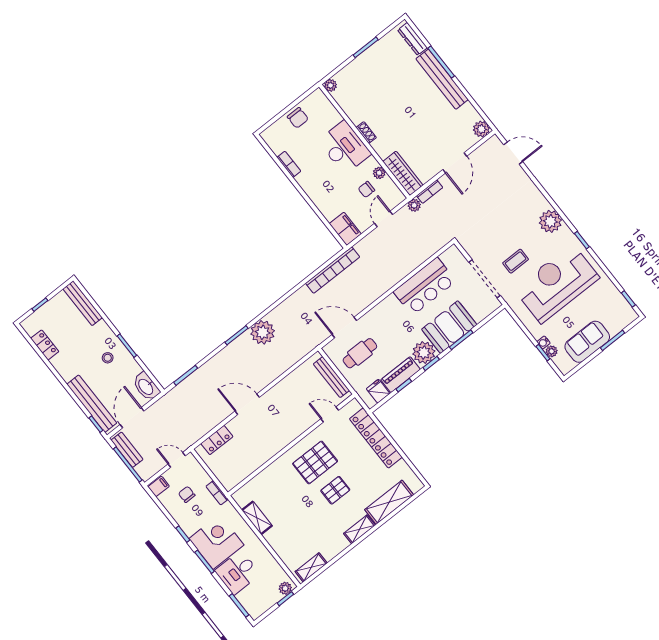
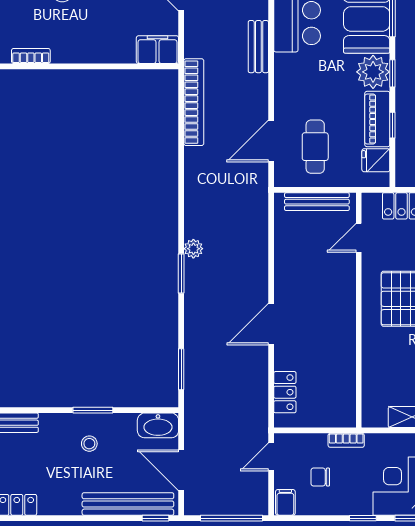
plant: (263, 332) -> (193, 249), width x0.53, depth x0.53
bench: (127, 450) -> (258, 47), moved, turned 90

